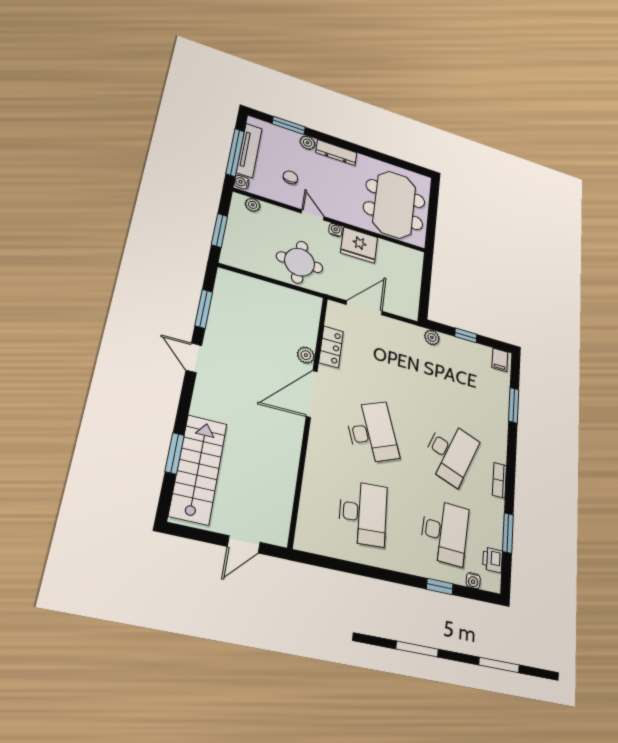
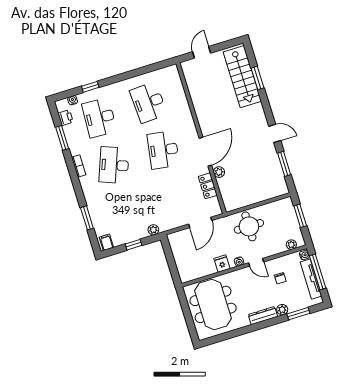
fridge: (359, 245) -> (222, 264), width x0.53, depth x0.75
desk: (372, 432) -> (163, 150), turned 30

